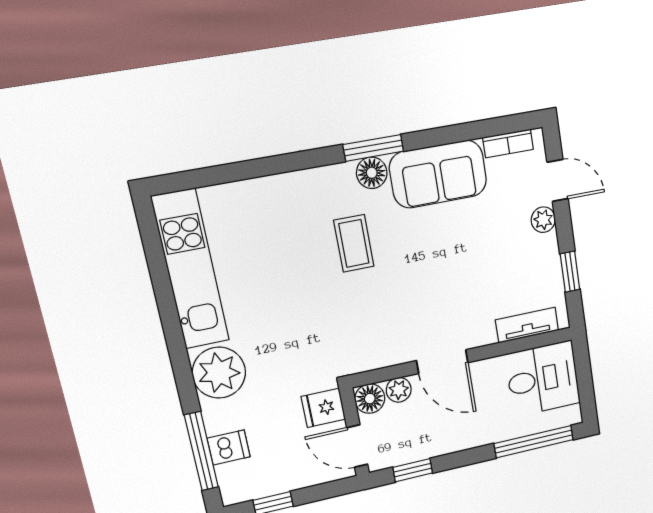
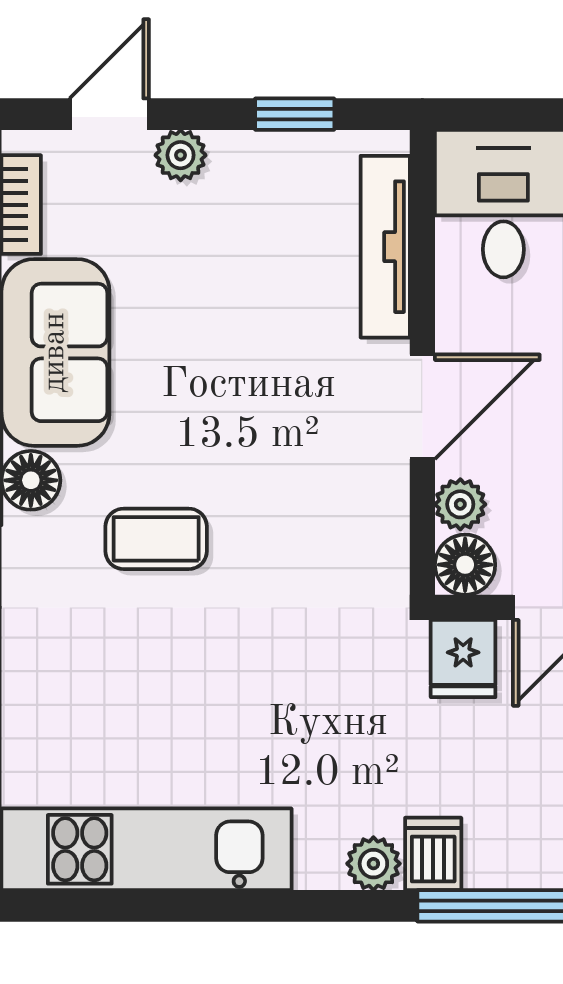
tv unit: (527, 325) -> (385, 247), width x1.41
plant: (219, 373) -> (373, 864), width x0.53, depth x0.53
dishwasher: (229, 447) -> (433, 854), moved

